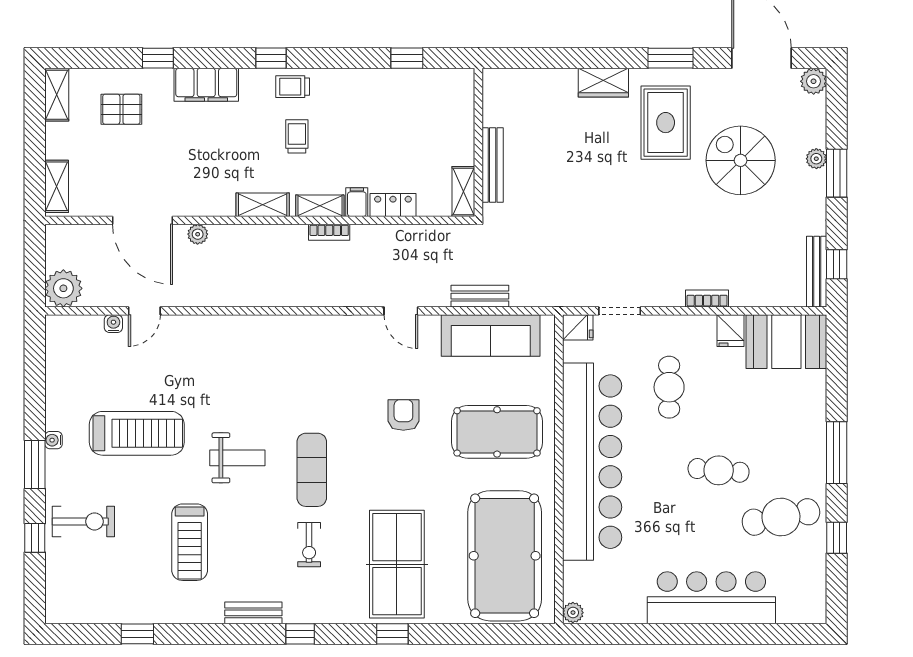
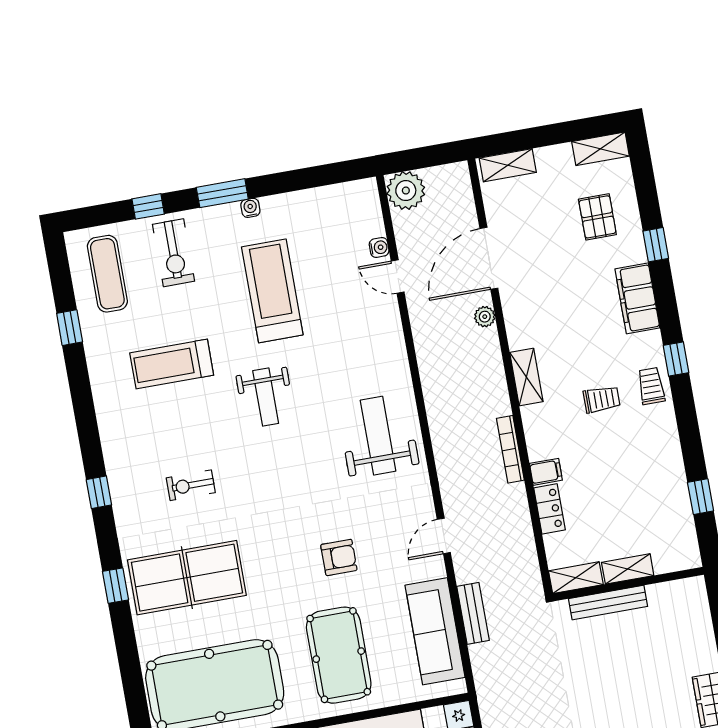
shelving: (320, 206) -> (628, 569), moved, turned 90
bookcase: (329, 232) -> (510, 449), width x1.56
weight bench: (293, 357) -> (378, 436), added
treadmill: (137, 433) -> (272, 291), turned 180
exercise mat: (312, 470) -> (107, 274), moved, turned 90
bench: (253, 613) -> (112, 441), removed

